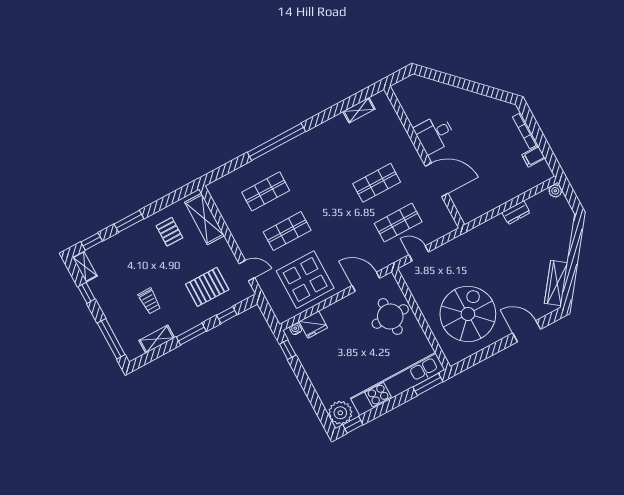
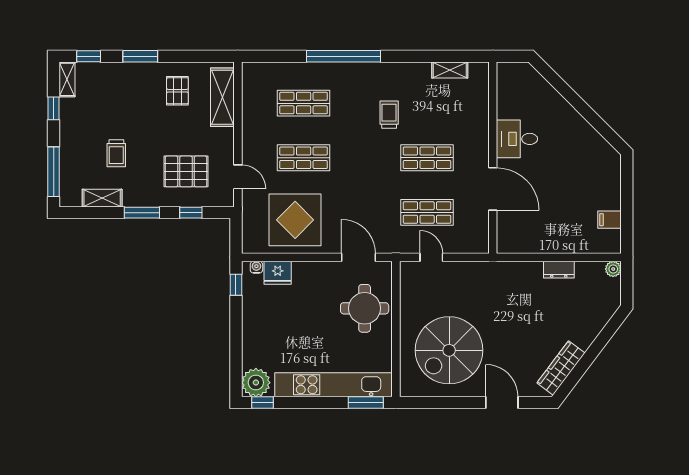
bookcase: (525, 131) -> (615, 187), removed
trolley: (332, 166) -> (389, 115), added
spiral stairs: (468, 314) -> (449, 350), turned 180

